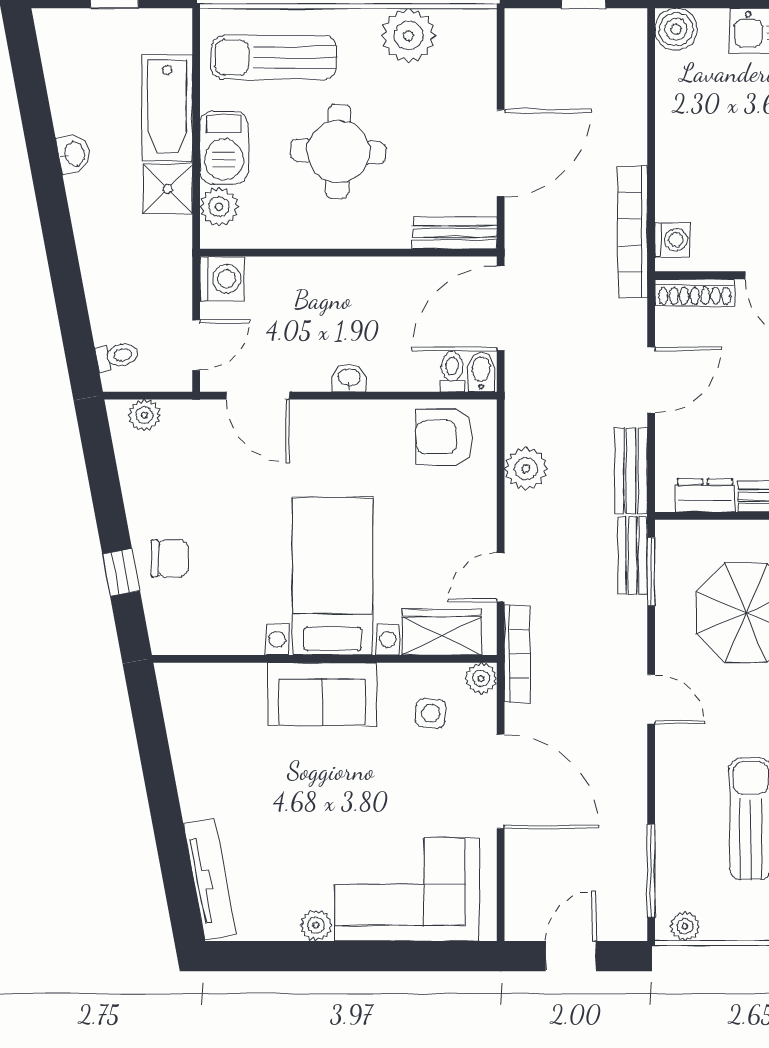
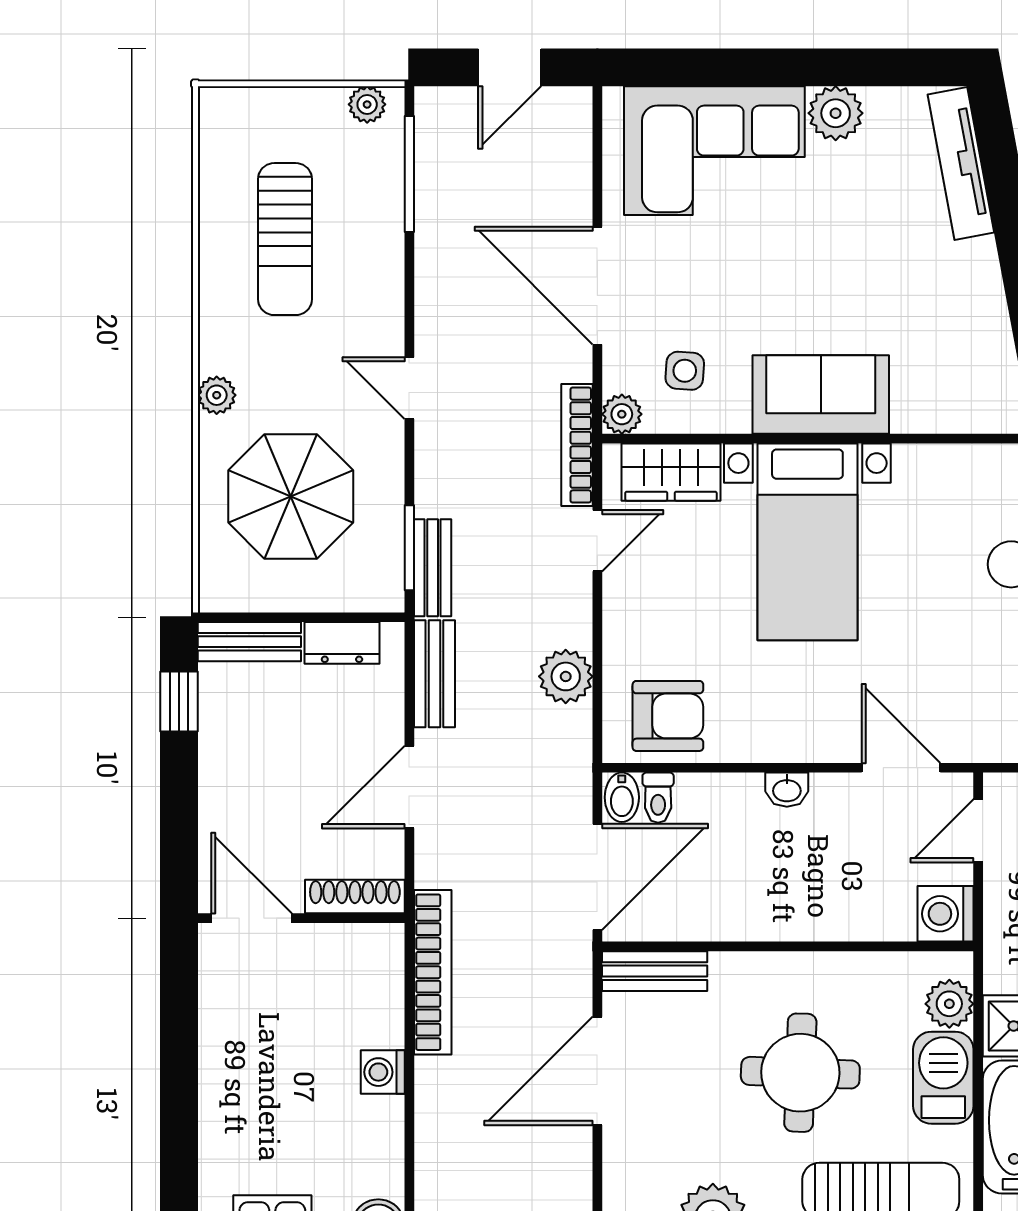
washing machine: (672, 240) -> (383, 1072), moved
plant: (316, 925) -> (836, 113), width x1.38, depth x1.38

